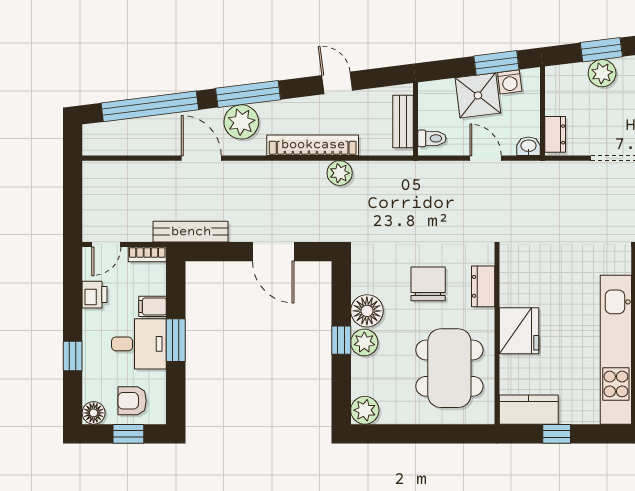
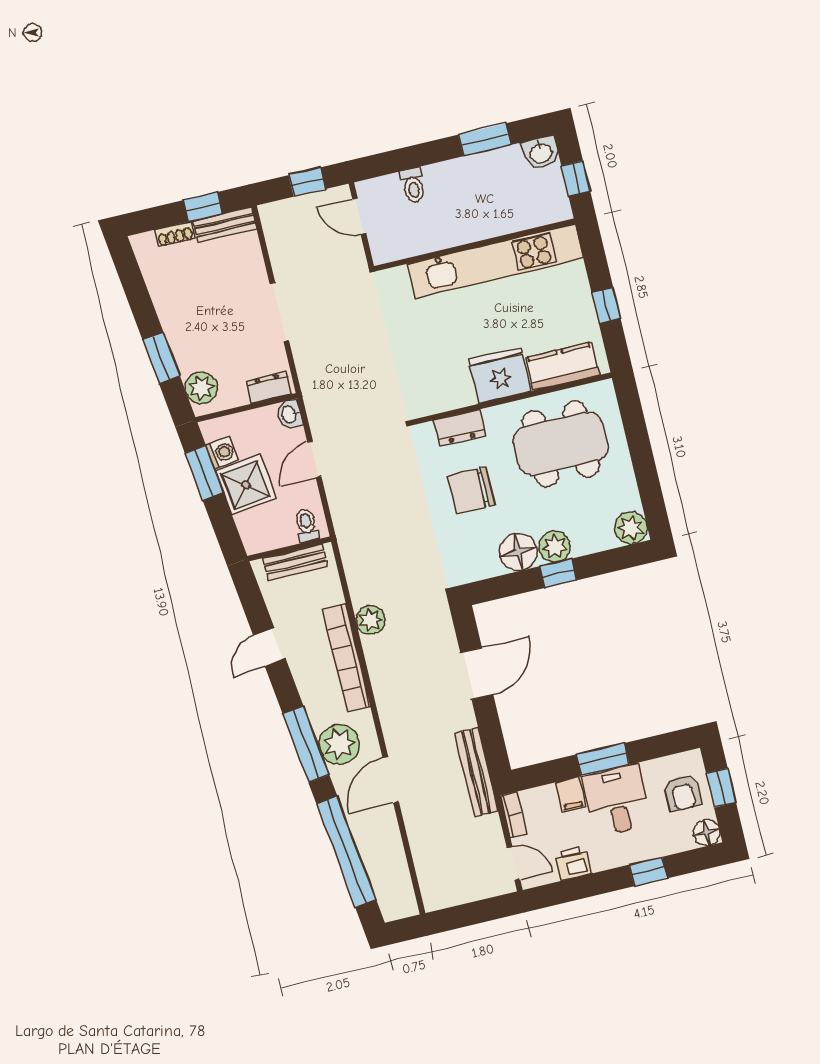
plant: (602, 73) -> (201, 388), moved
kitchen counter: (529, 410) -> (562, 366), moved, turned 90

